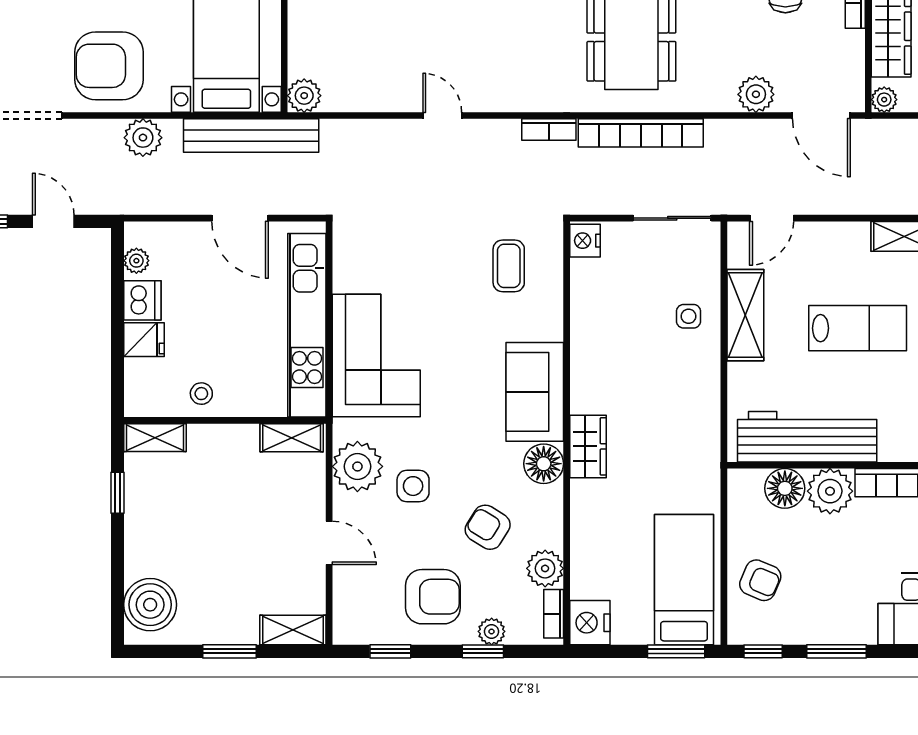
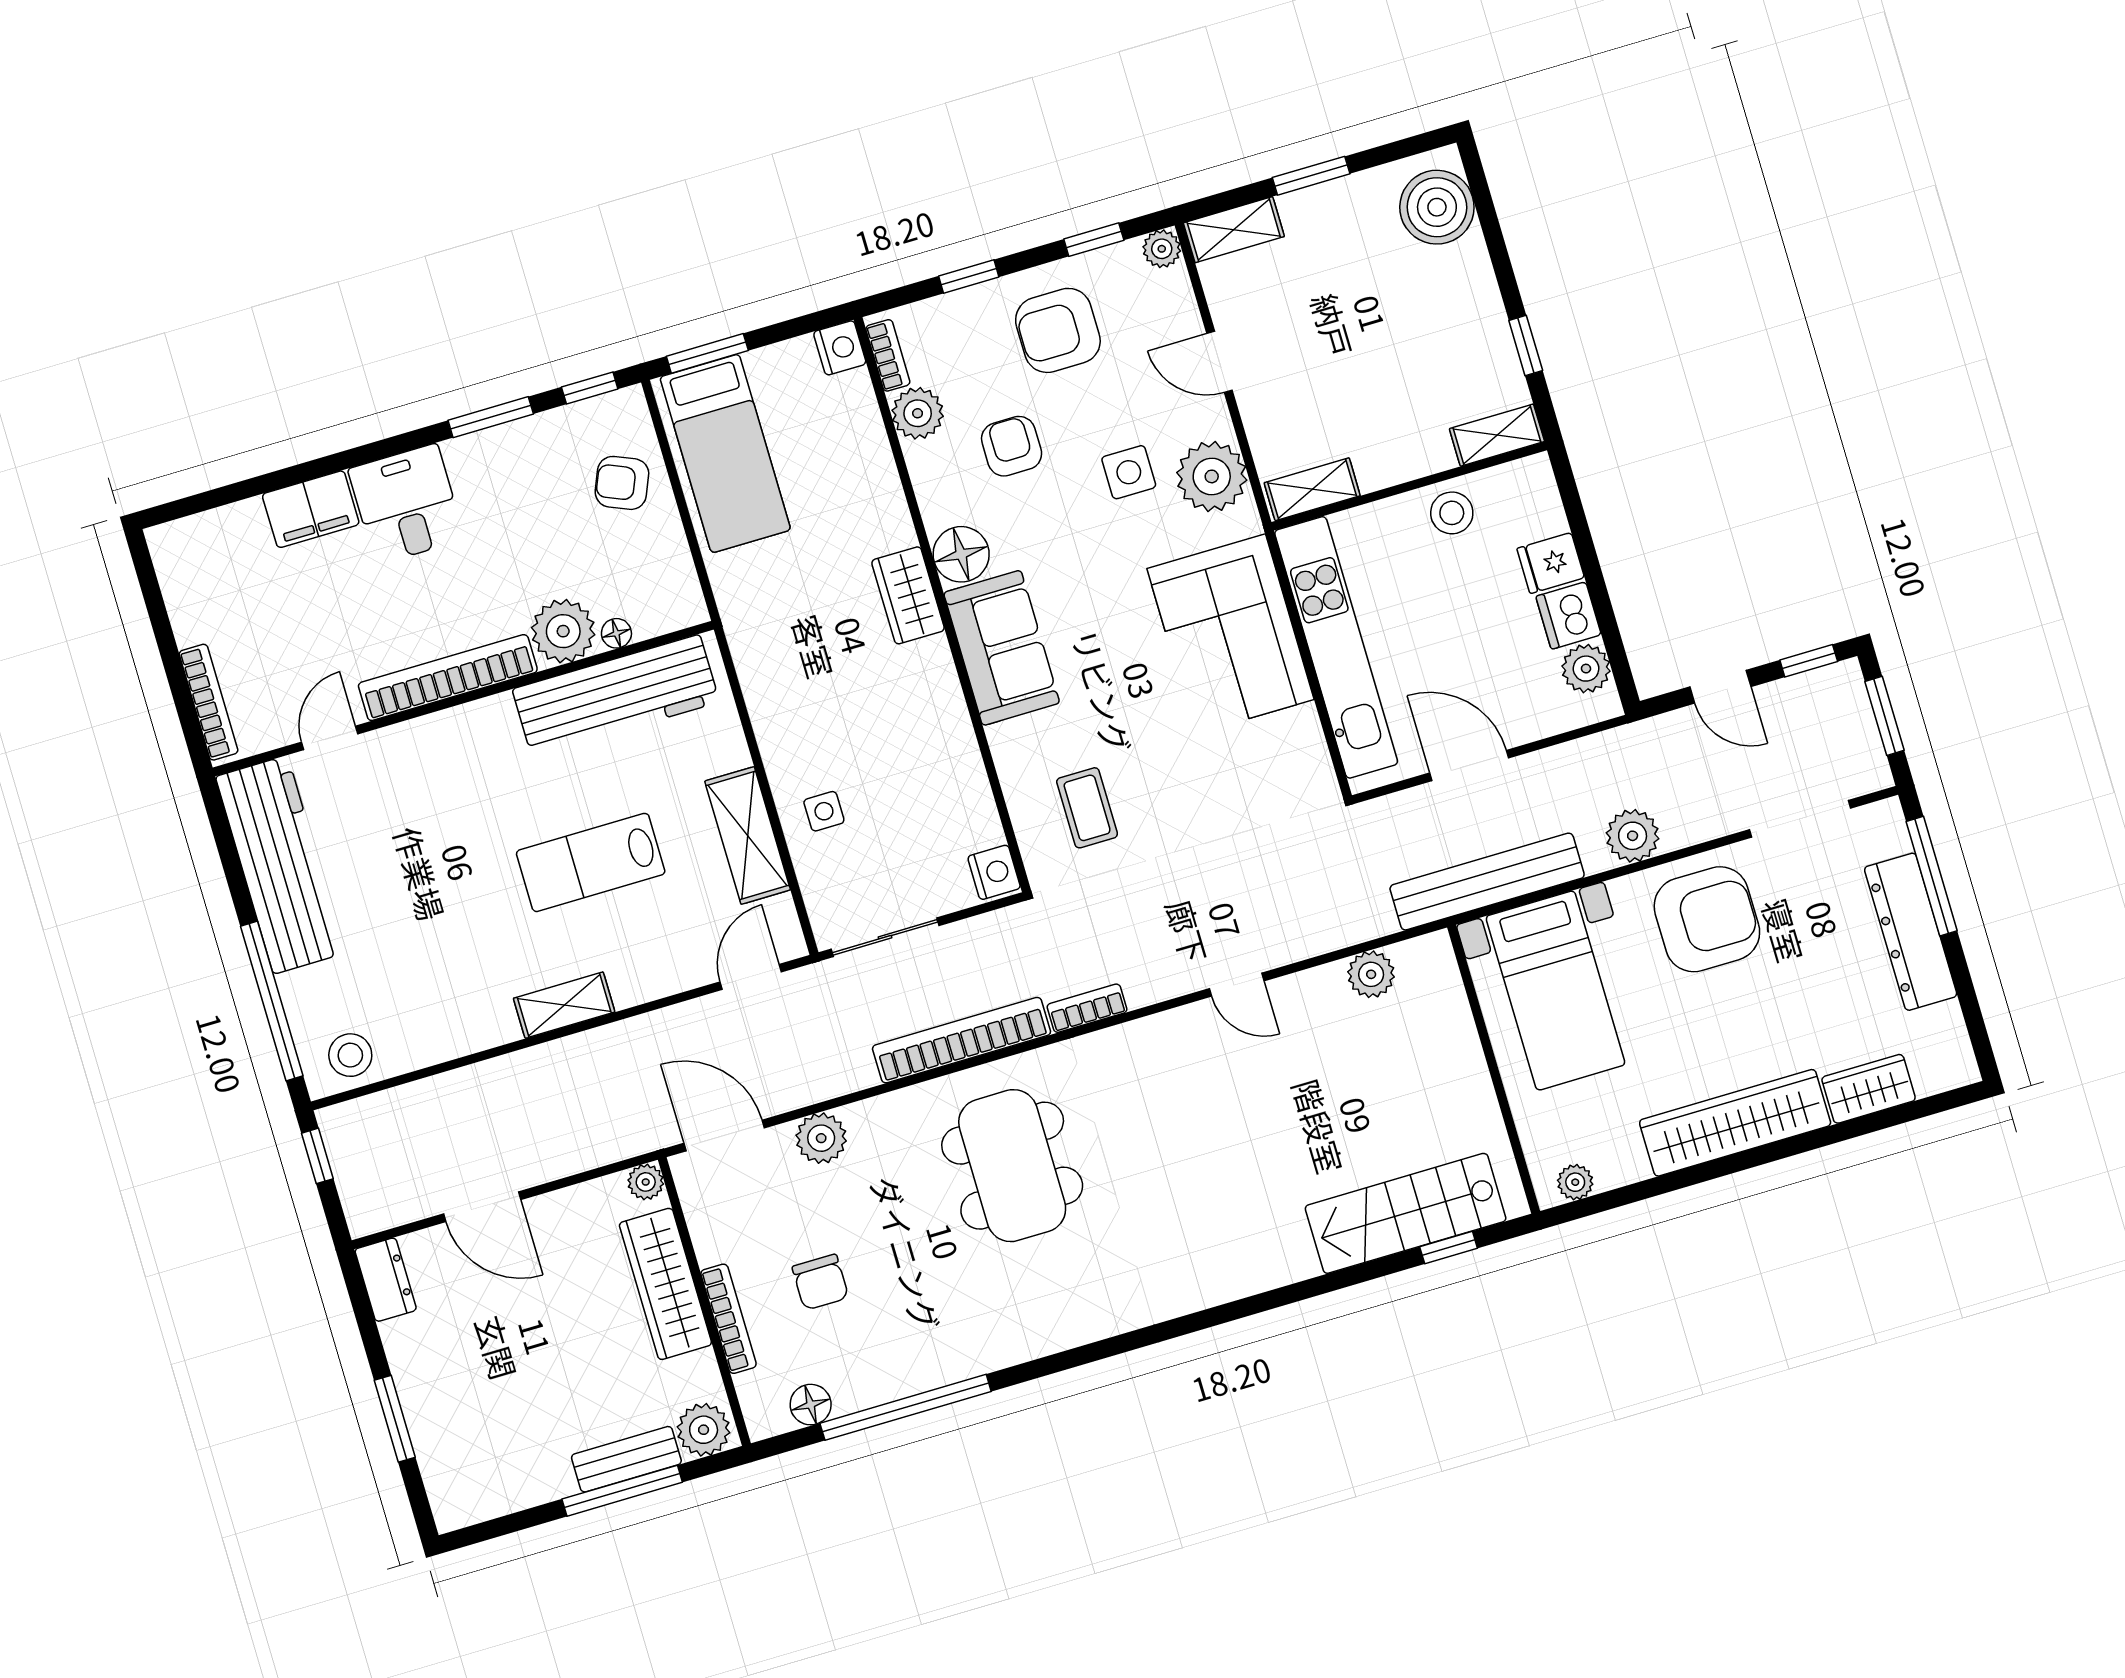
plant: (304, 96) -> (1371, 974), moved
plant: (136, 261) -> (1586, 669), width x1.38, depth x1.38
stool: (201, 394) -> (1452, 513), width x1.37, depth x1.37
floor lamp: (785, 488) -> (616, 633), width x0.53, depth x0.53
armchair: (488, 527) -> (1012, 446), turned -122
nightstand: (590, 623) -> (840, 348), width x0.74, depth x0.75
plant: (492, 631) -> (1162, 249), moved

